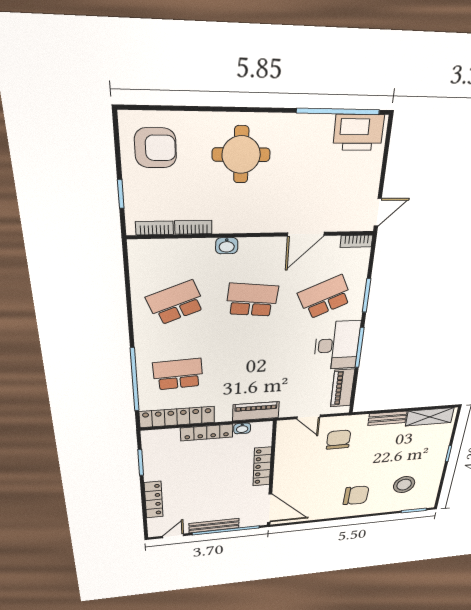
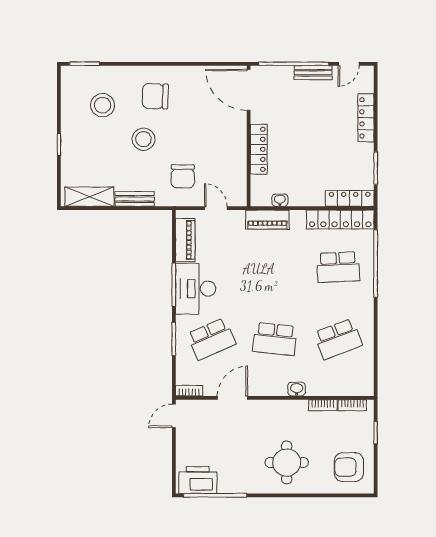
locker: (207, 432) -> (350, 198), moved
stool: (372, 464) -> (143, 139), added
bench: (214, 526) -> (313, 73), width x0.73

